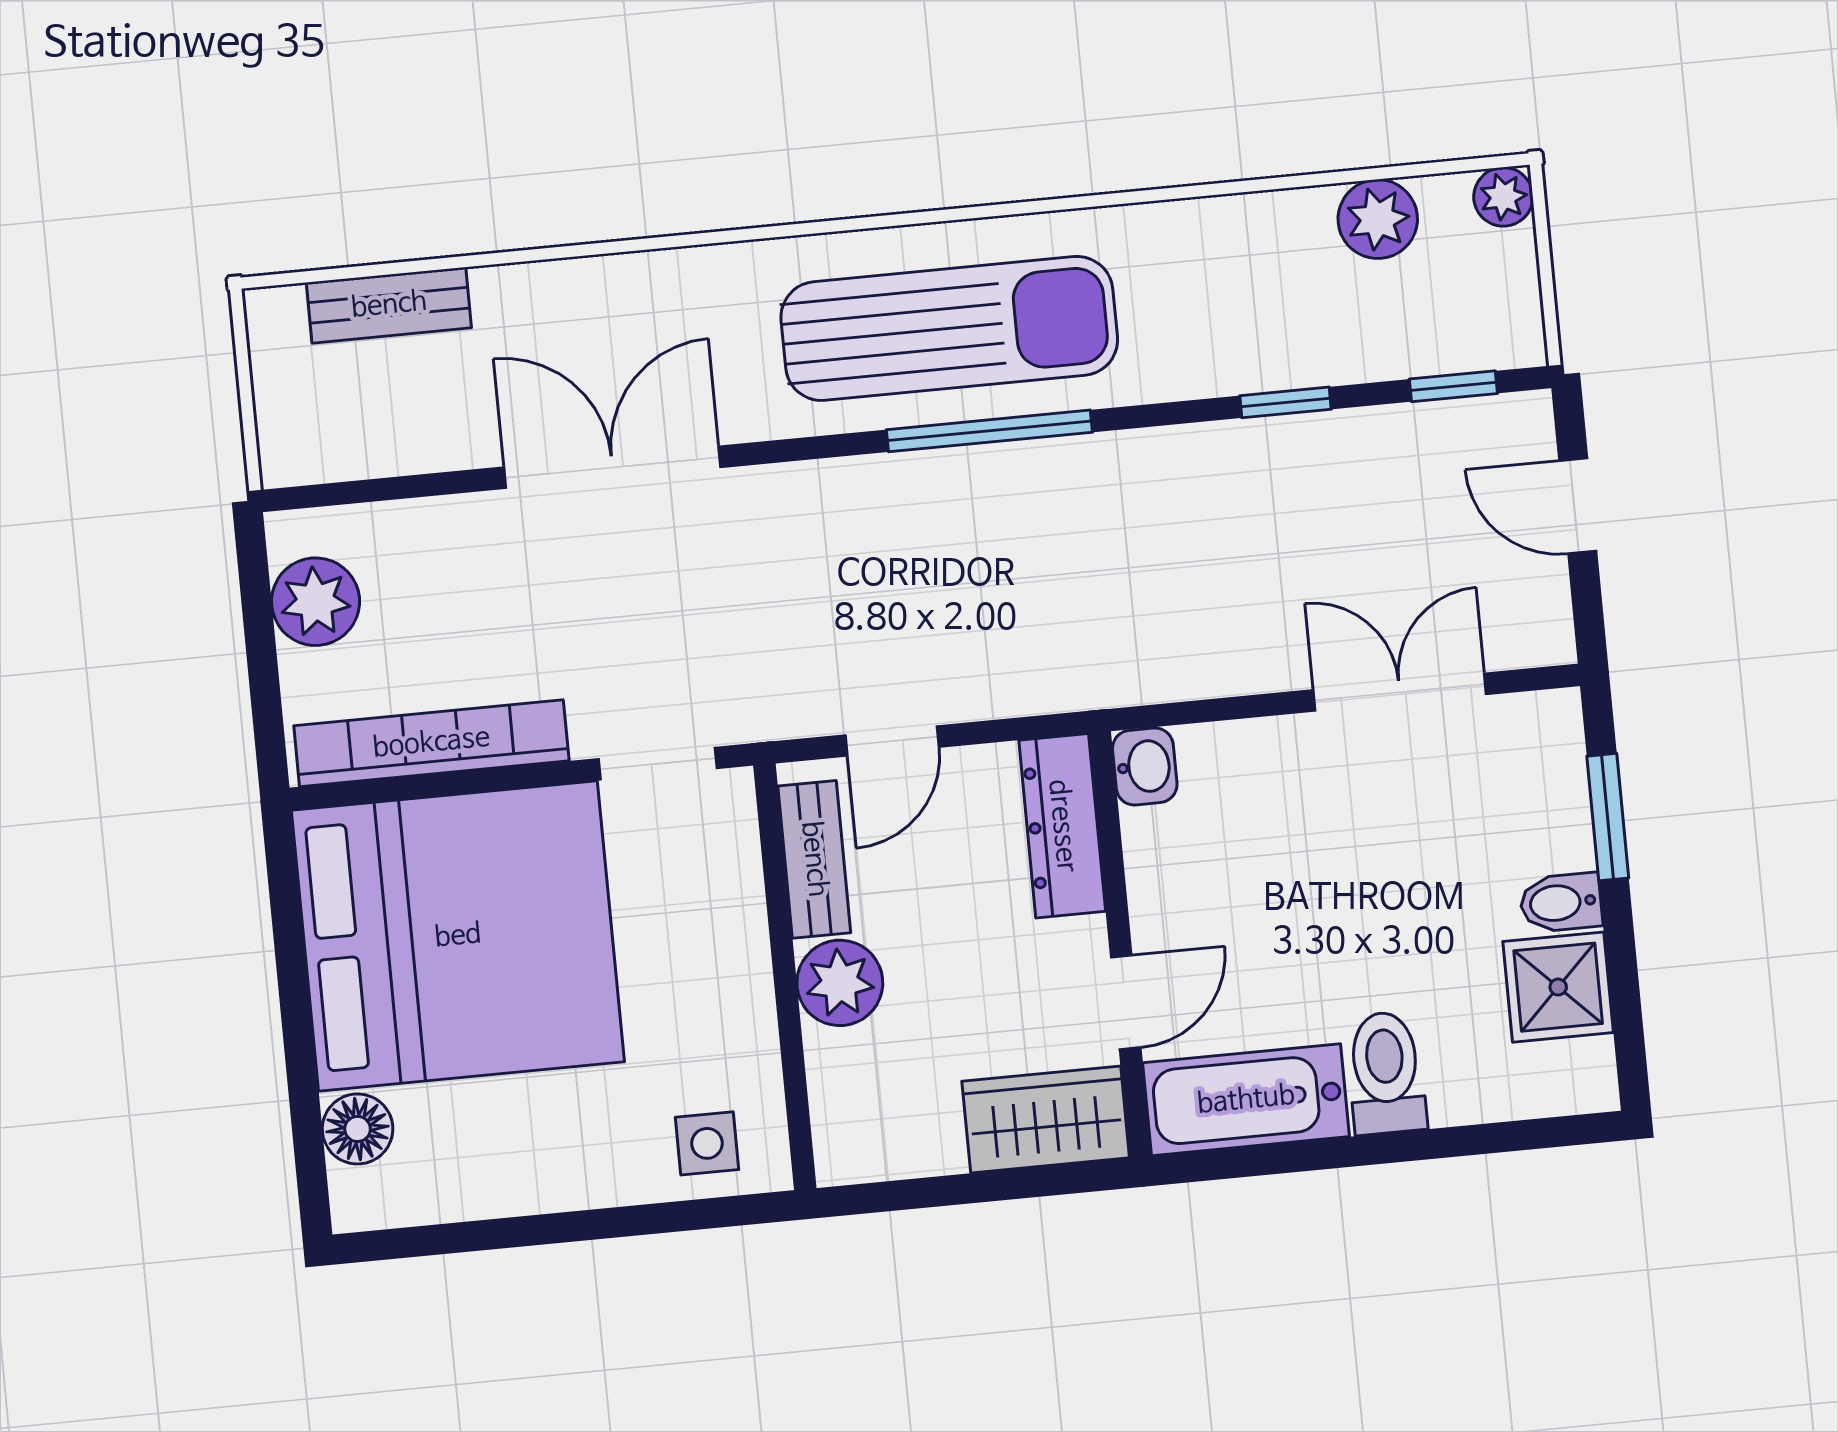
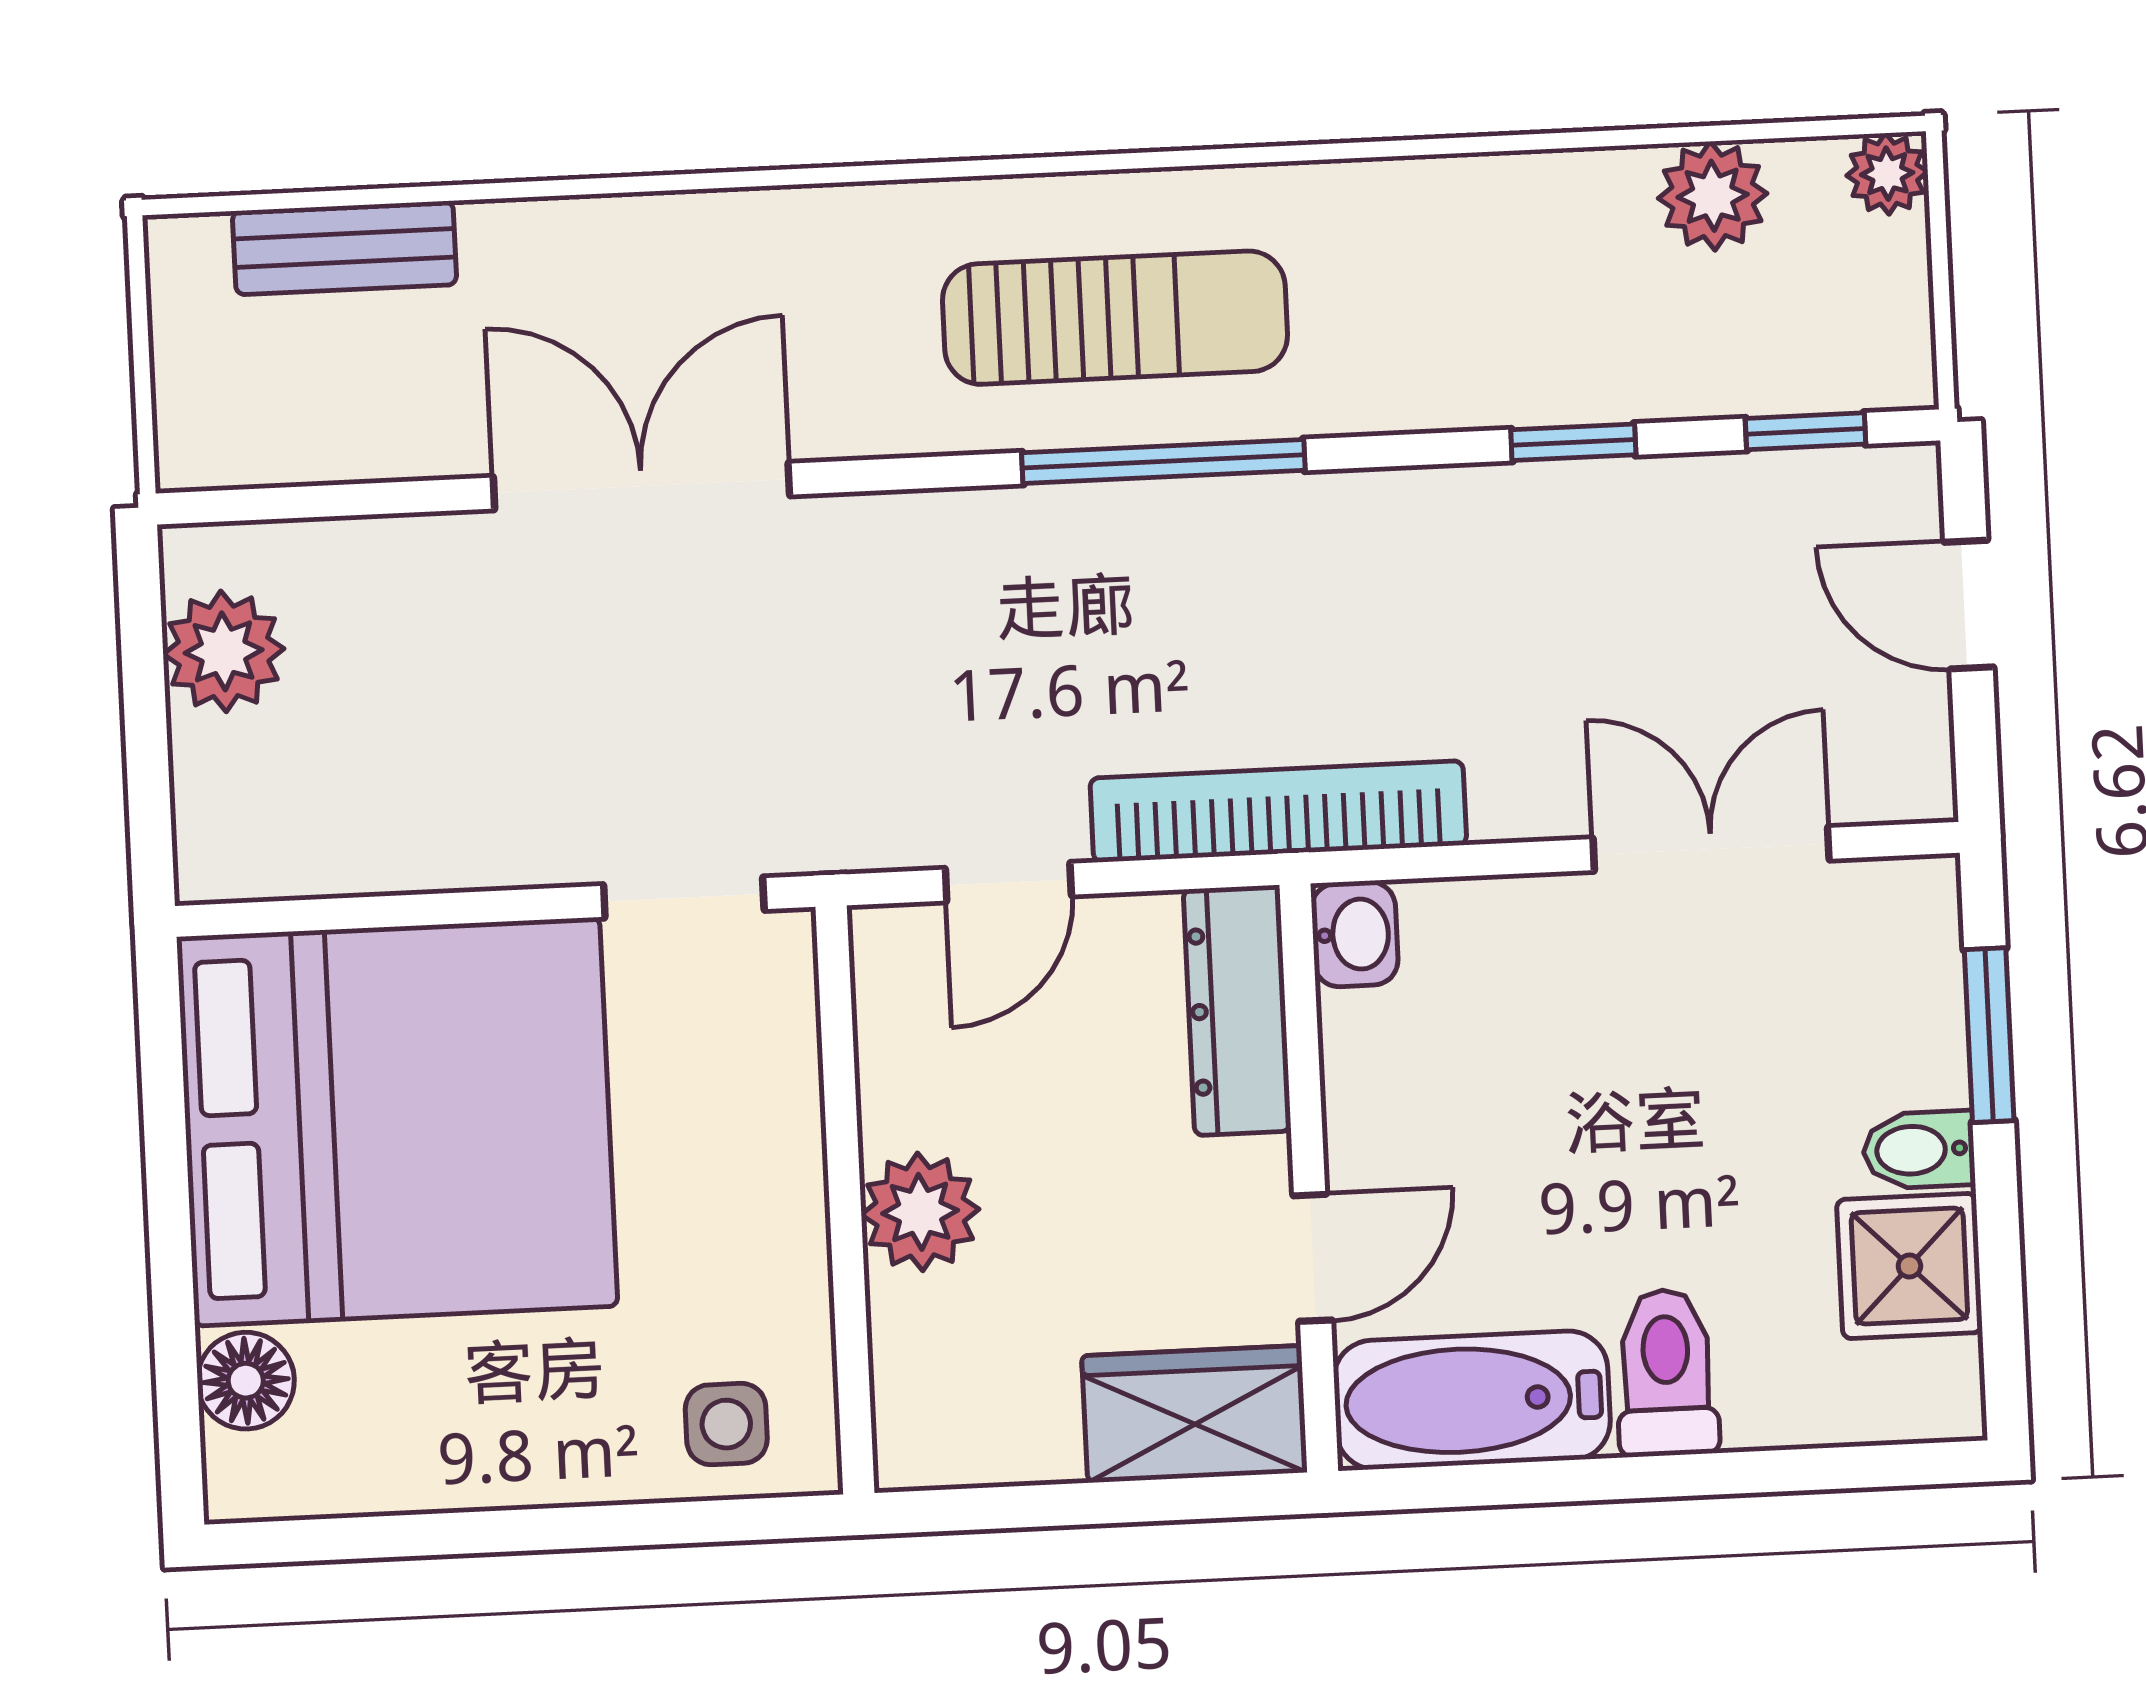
sun lounger: (949, 328) -> (1115, 318), width x0.73, depth x0.75
bookcase: (431, 743) -> (1278, 812), moved
bench: (814, 859) -> (893, 1040), removed

